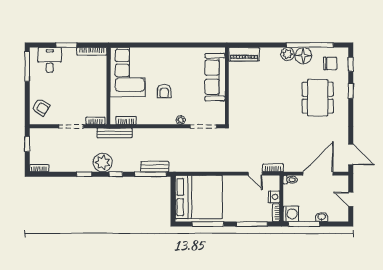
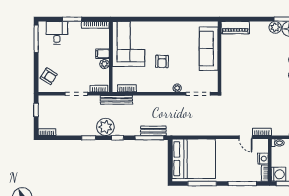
filing cabinet: (99, 83) -> (102, 54), added
plant: (102, 94) -> (104, 64), added

